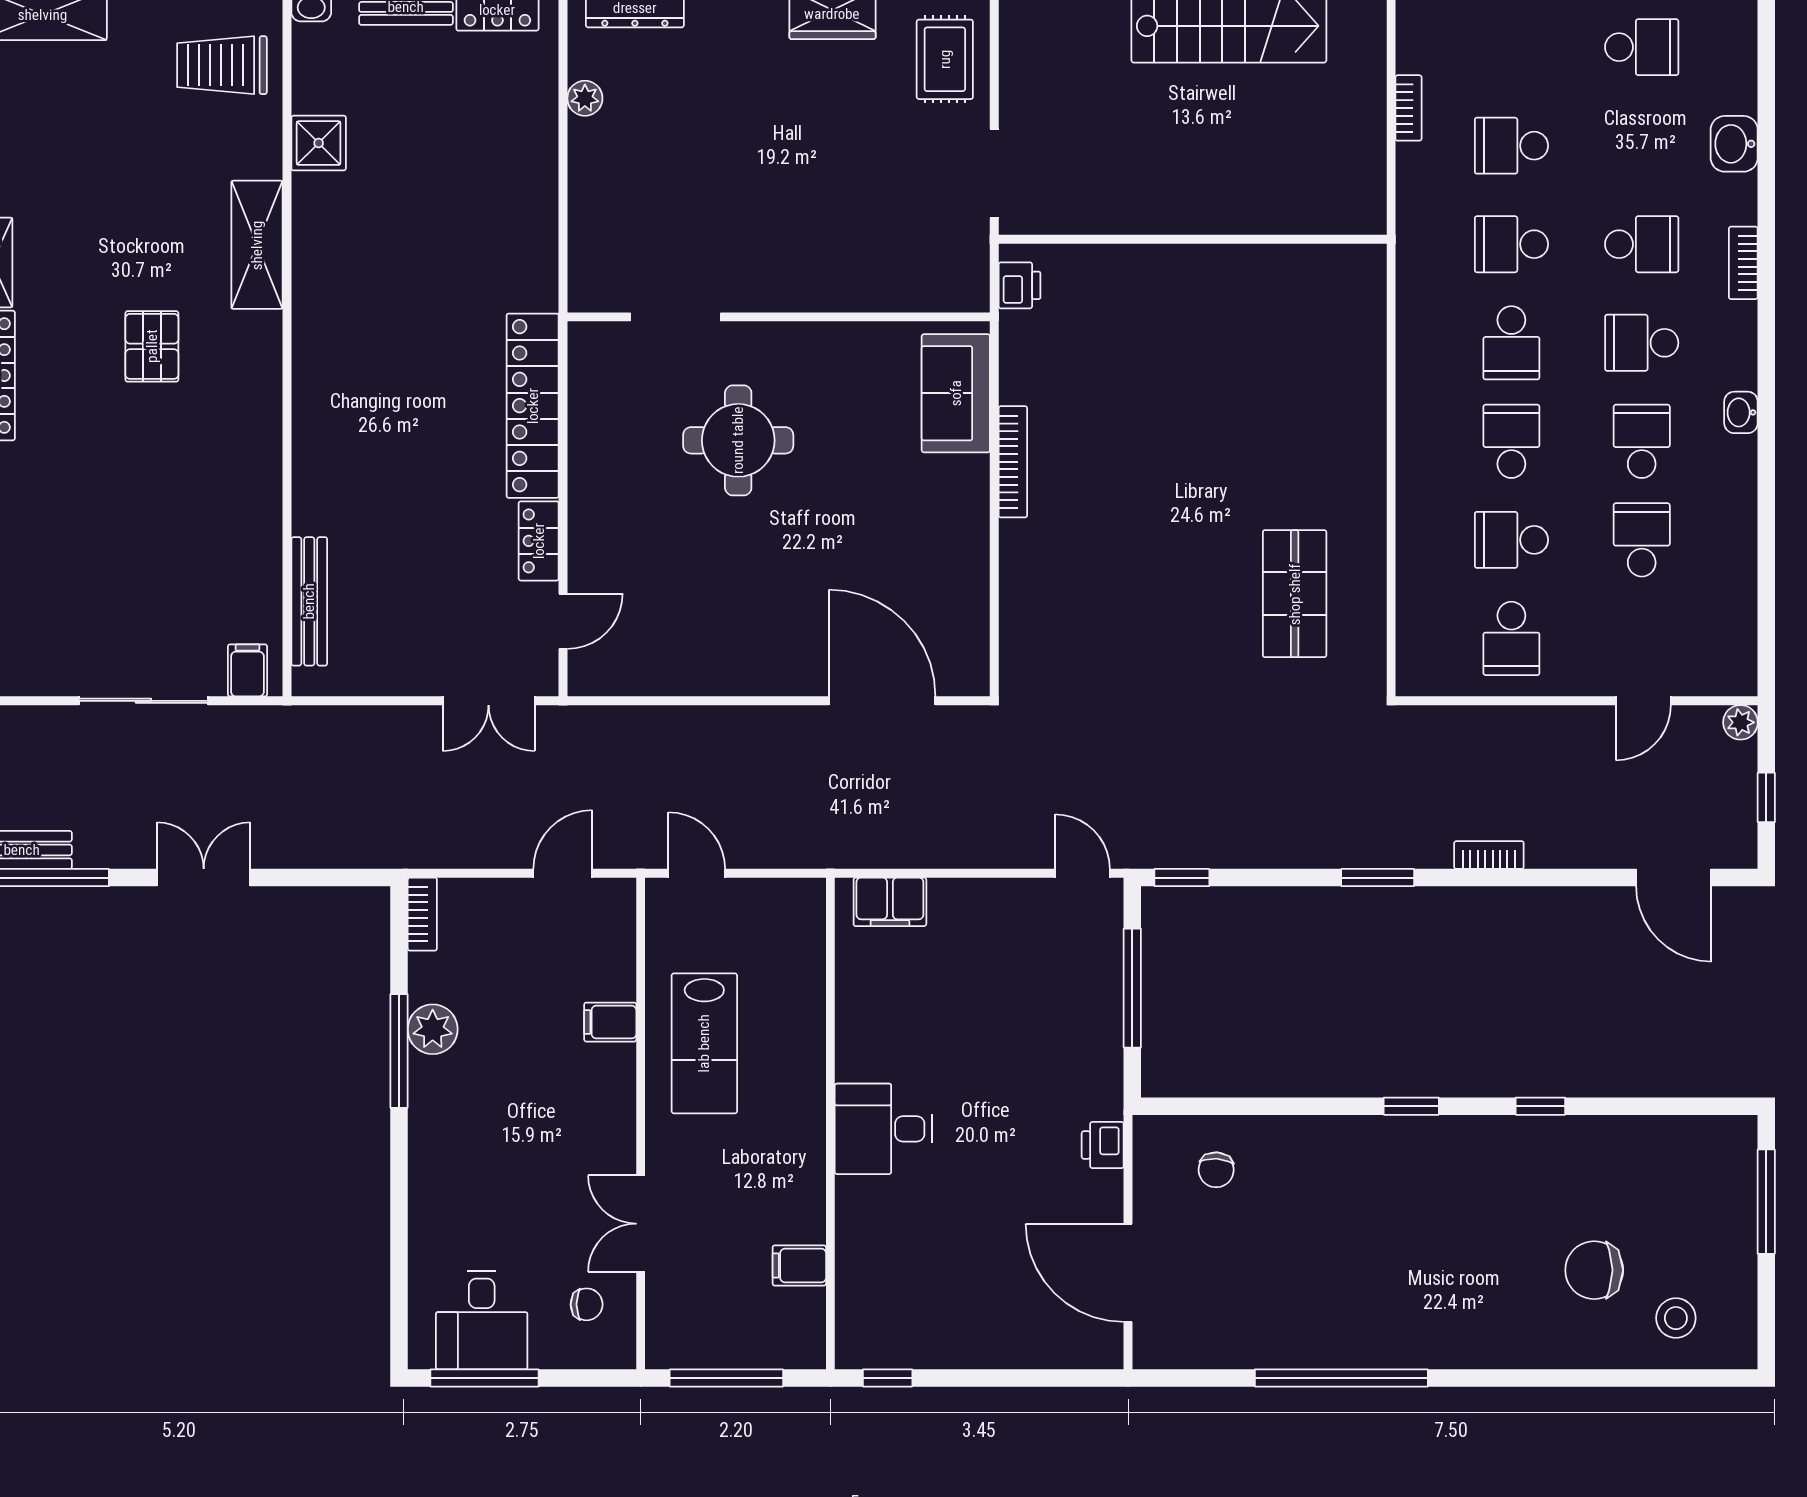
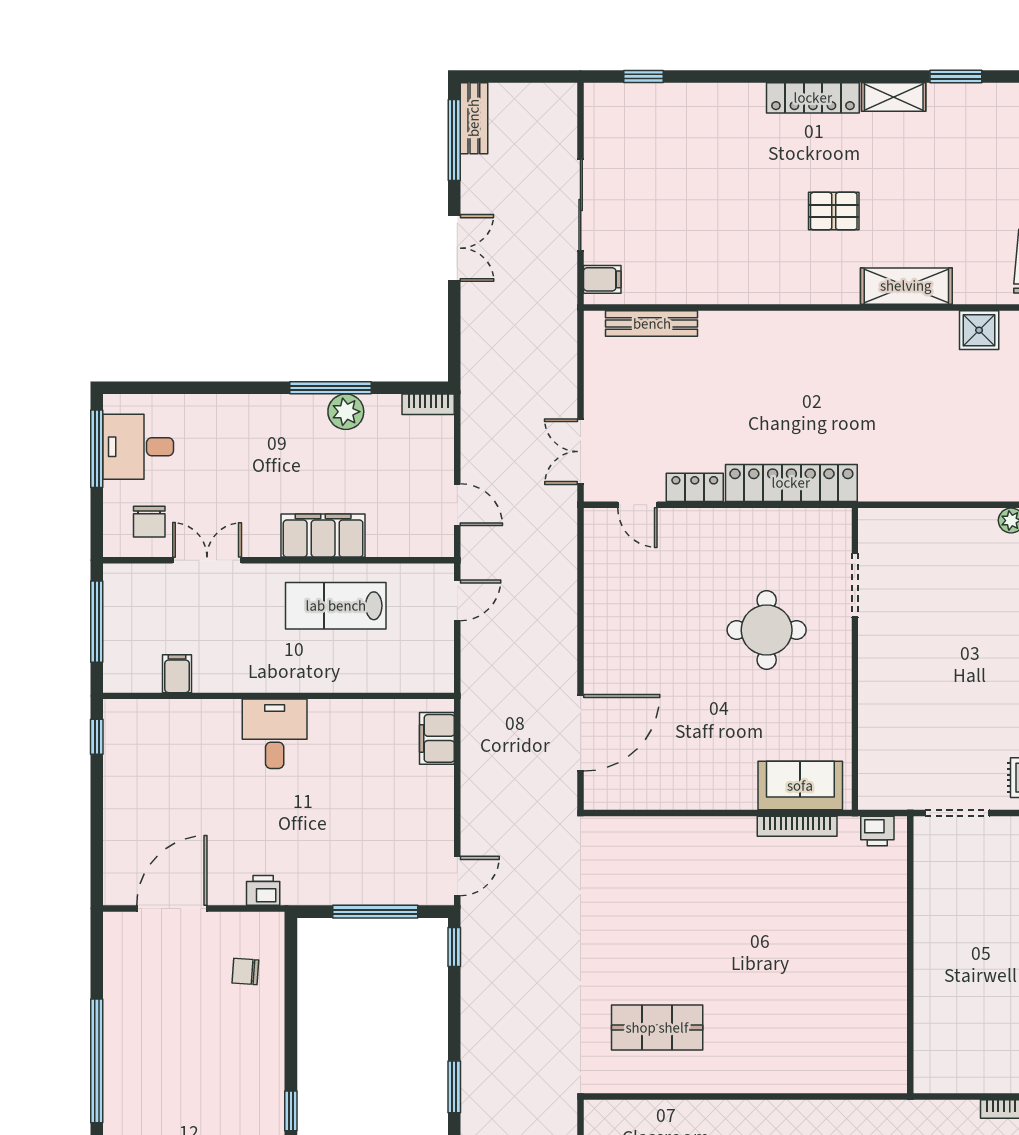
bookcase: (1013, 462) -> (797, 826), moved
filing cabinet: (610, 1022) -> (323, 535), width x3.00, depth x1.17
chair: (587, 1304) -> (149, 522), width x1.37, depth x1.37

